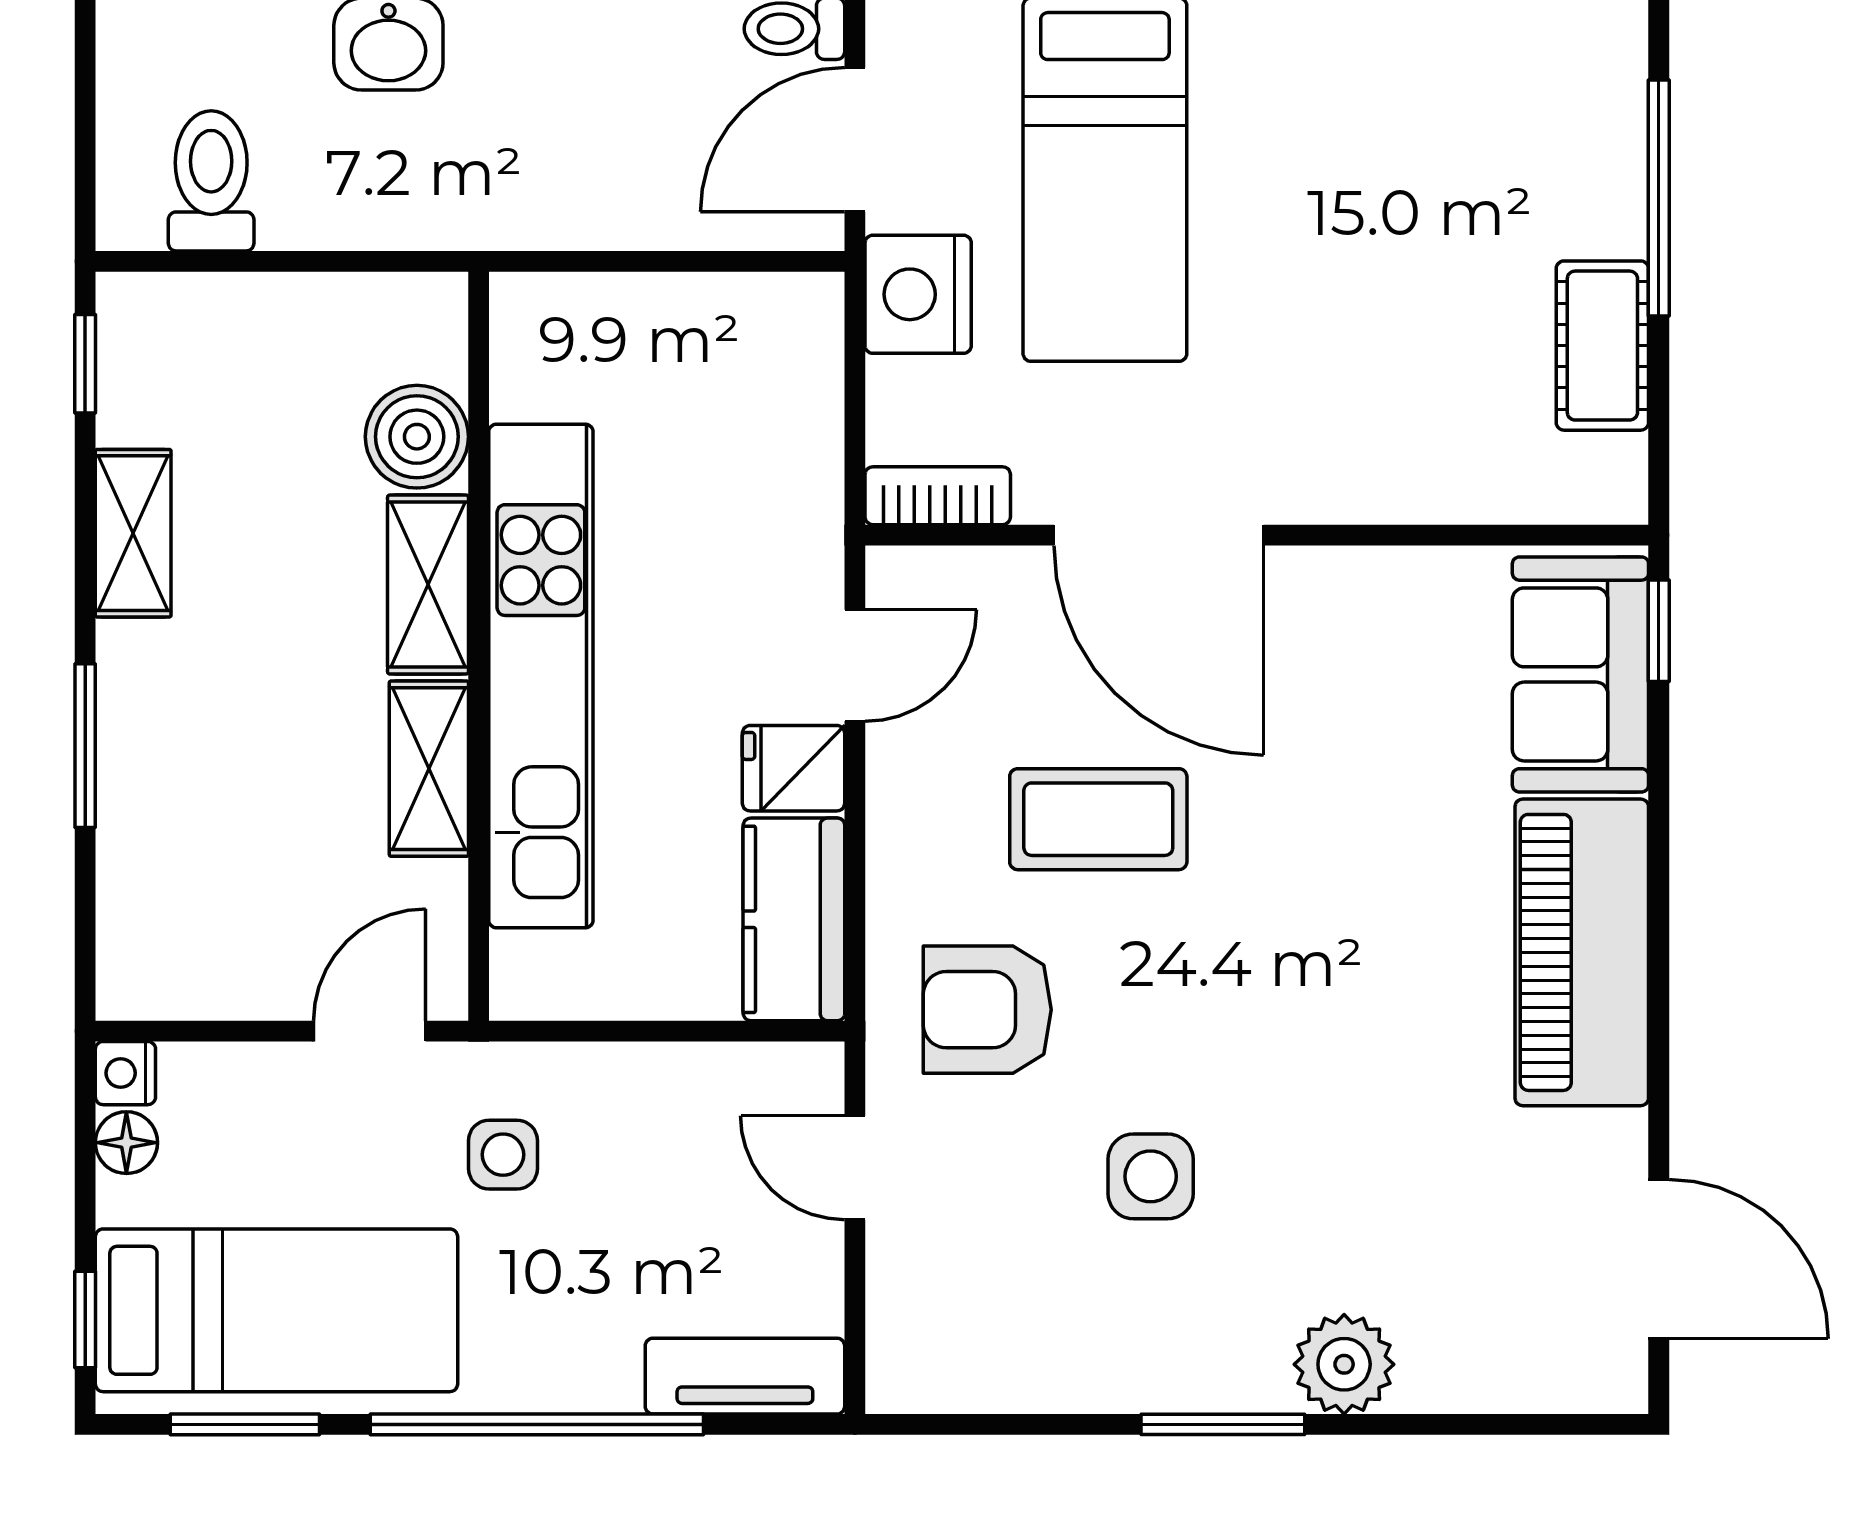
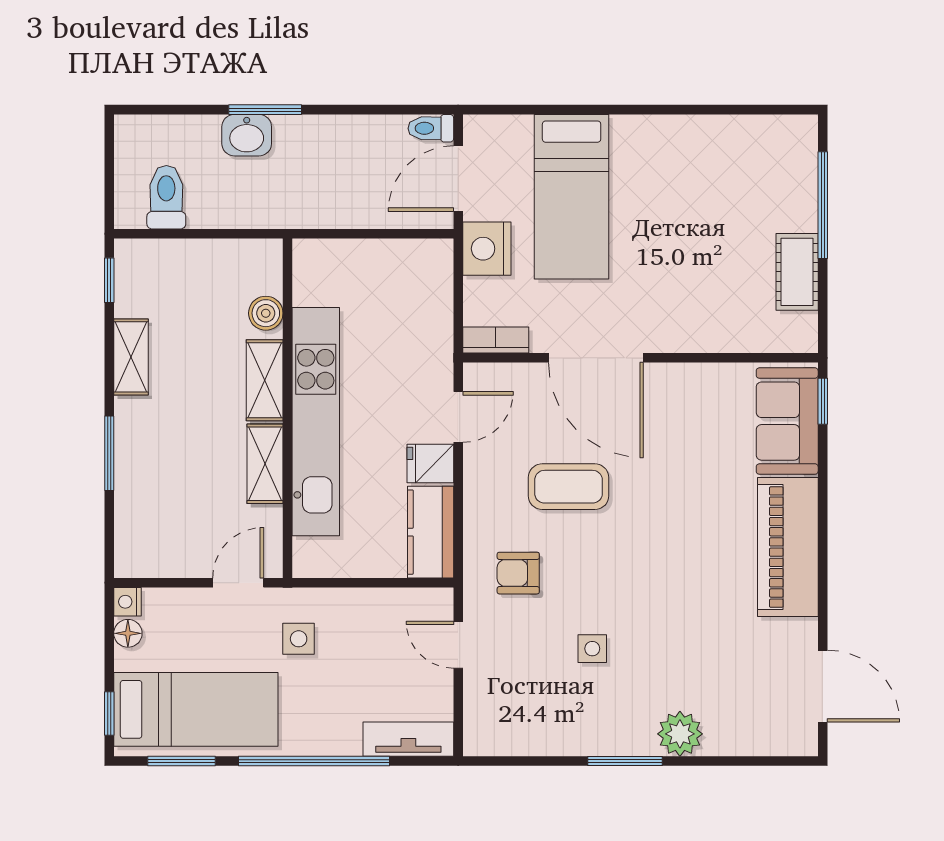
boiler: (417, 437) -> (266, 313), width x0.73, depth x0.73
armchair: (987, 1010) -> (518, 573), width x0.72, depth x0.72
side table: (1151, 1176) -> (592, 649), width x0.73, depth x0.73

